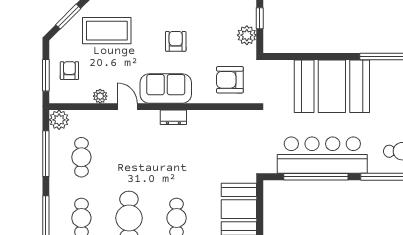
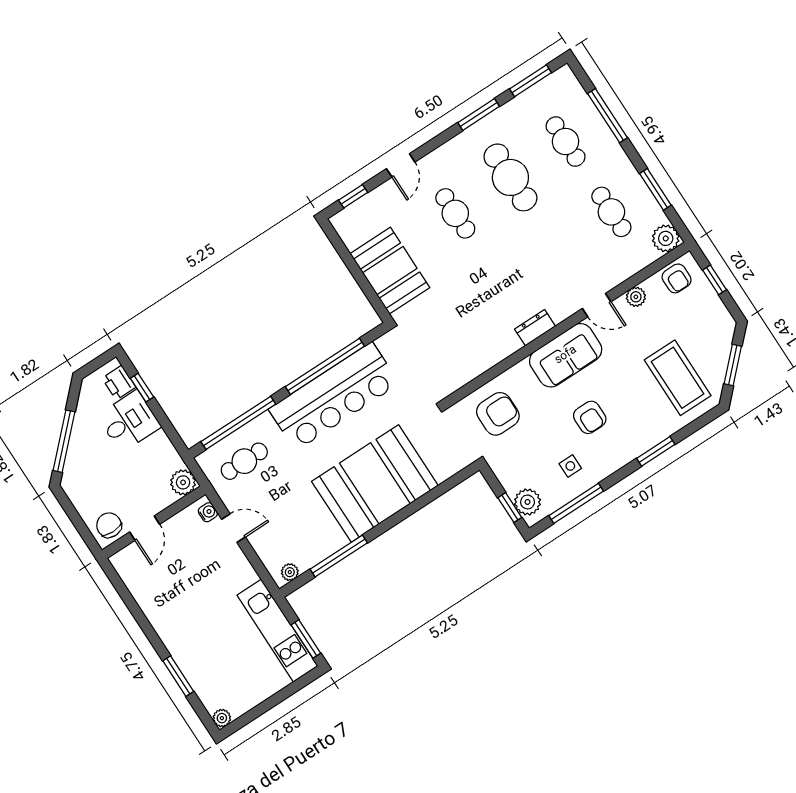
side table: (207, 20) -> (570, 466), added
coffee table: (107, 31) -> (678, 378), turned 90
plant: (247, 35) -> (528, 502), moved
armchair: (69, 71) -> (677, 278), moved
window: (46, 75) -> (715, 280), width x0.67
window: (46, 154) -> (655, 189), width x0.69

